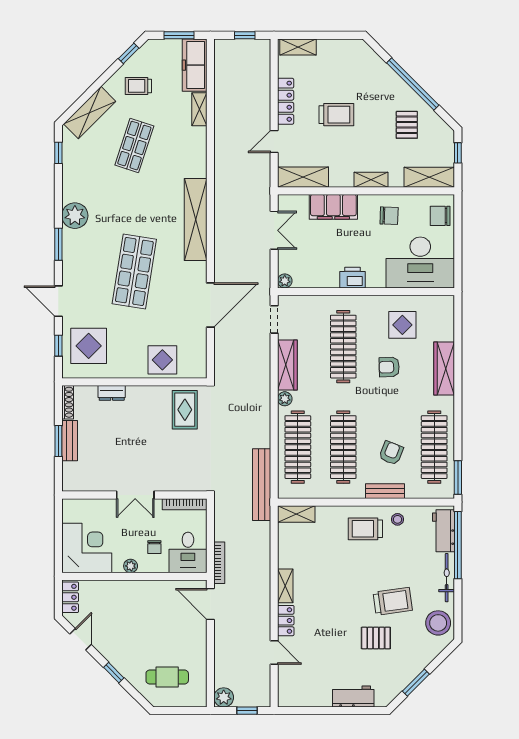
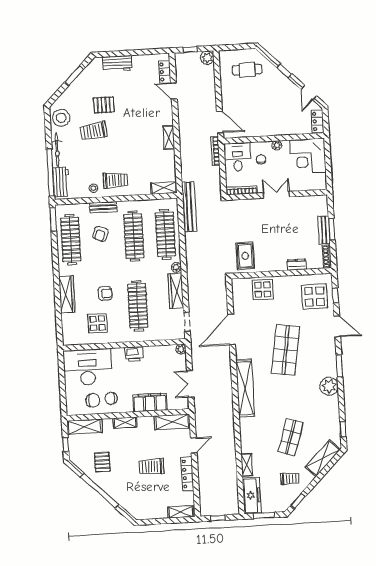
chair: (440, 216) -> (93, 400), moved
locker: (286, 621) -> (165, 72), moved

